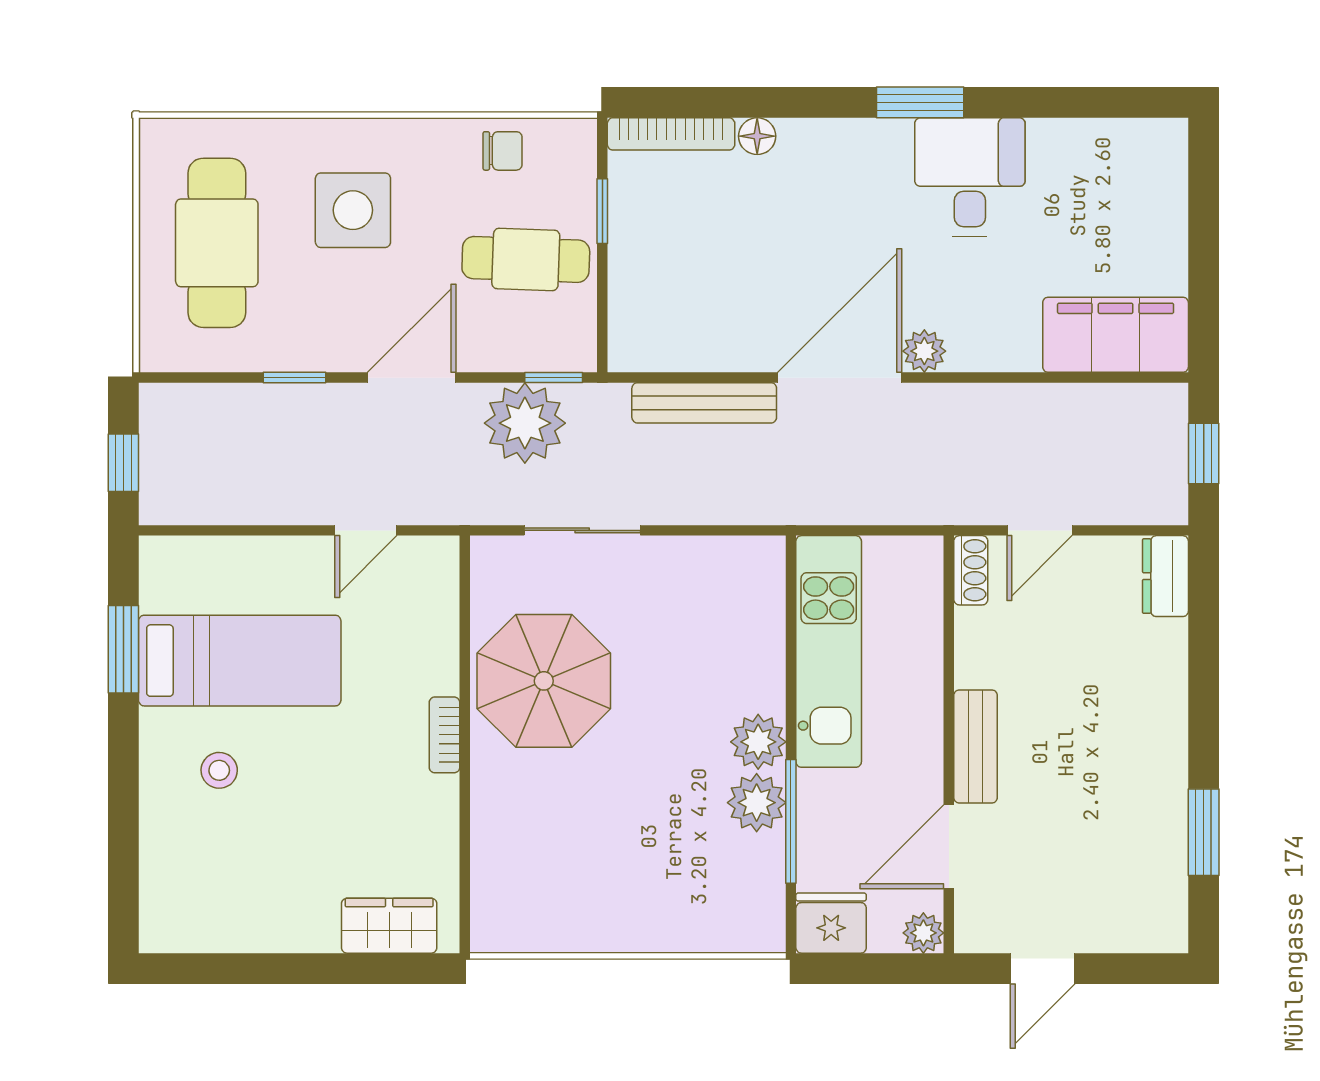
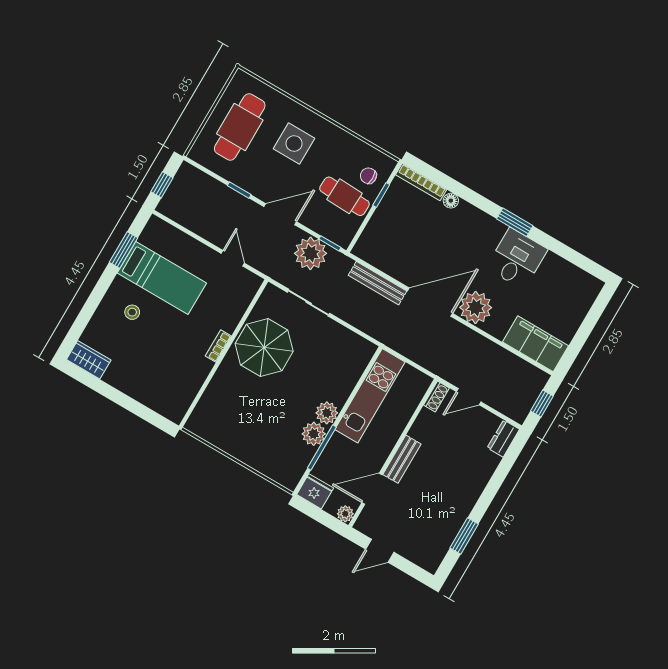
chair: (503, 151) -> (368, 176), moved, turned 180
plant: (924, 351) -> (476, 307), width x1.88, depth x1.88
door: (366, 530) -> (233, 258), swing flipped
wardrobe: (389, 926) -> (89, 360), moved

